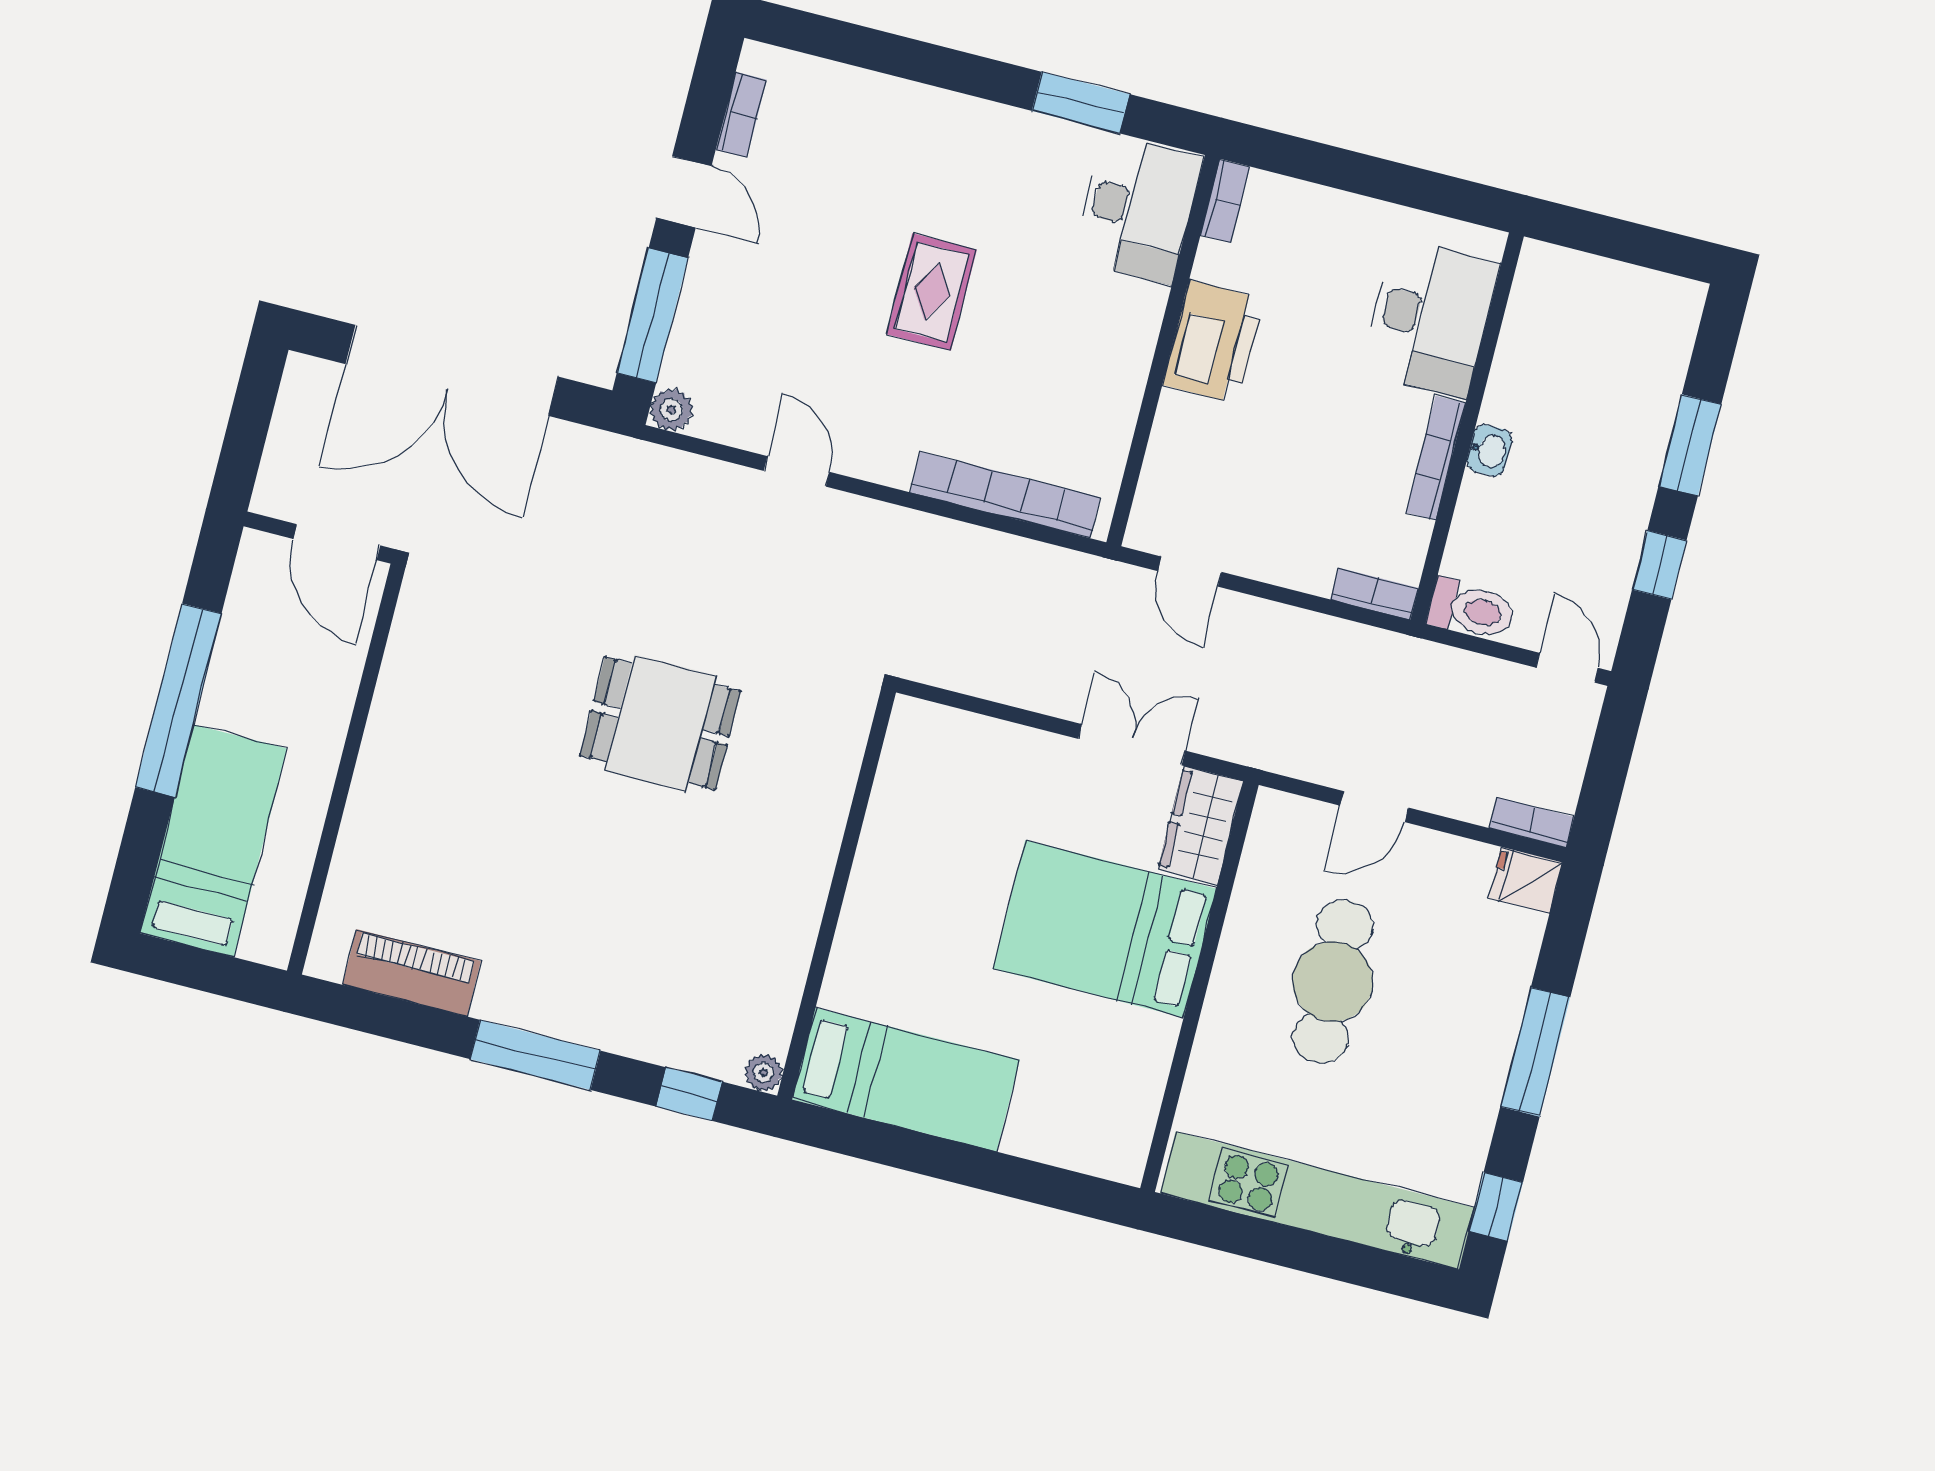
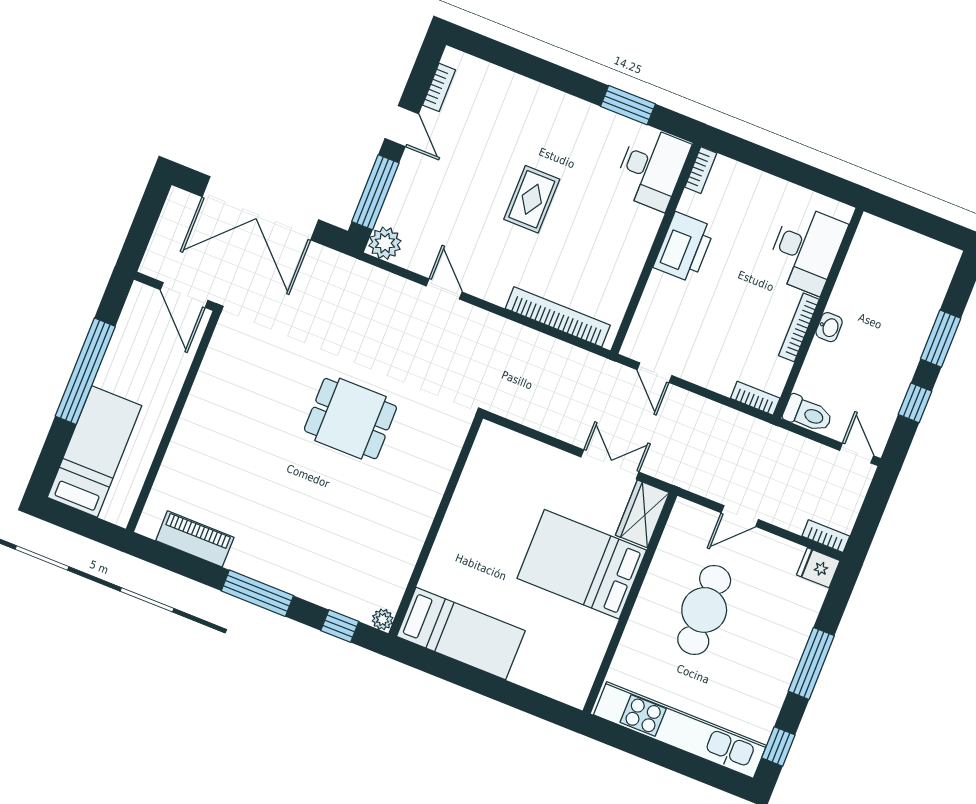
plant: (671, 410) -> (385, 243), width x1.38, depth x1.38

